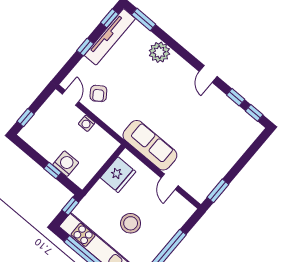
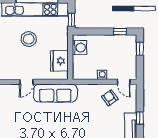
washing machine: (66, 164) -> (80, 48), moved, turned -90
window: (53, 170) -> (120, 32), moved
door: (170, 182) -> (26, 82), swing flipped

